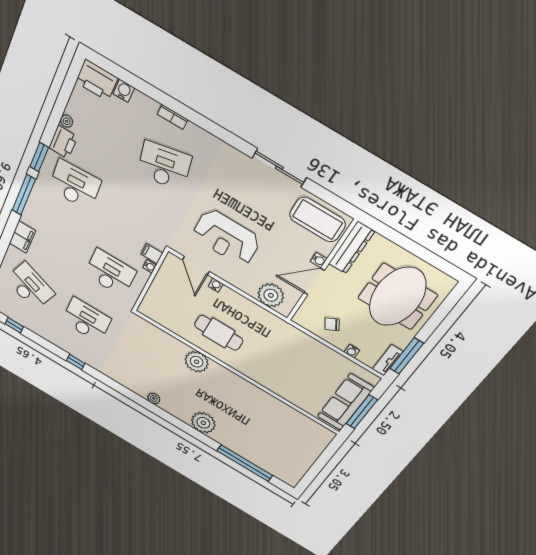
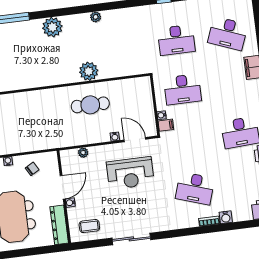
water cooler: (124, 91) -> (226, 217), moved
desk: (164, 166) -> (195, 188), turned 30
coffee table: (317, 220) -> (89, 226), width x0.54, depth x0.58
reception desk: (226, 238) -> (130, 173), turned 180
plant: (271, 295) -> (83, 153), width x0.53, depth x0.53

